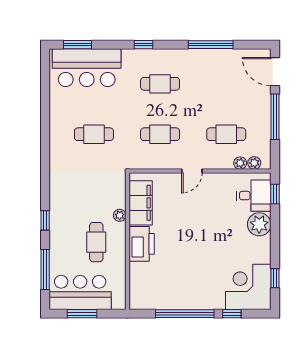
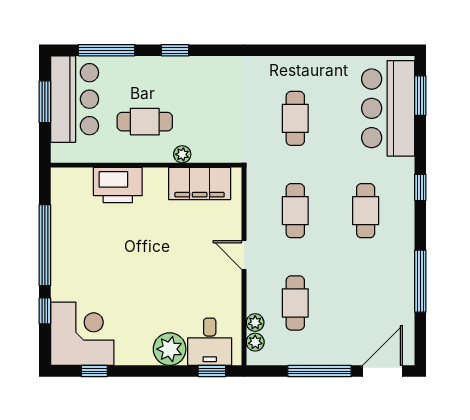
printer: (142, 244) -> (118, 185), moved

